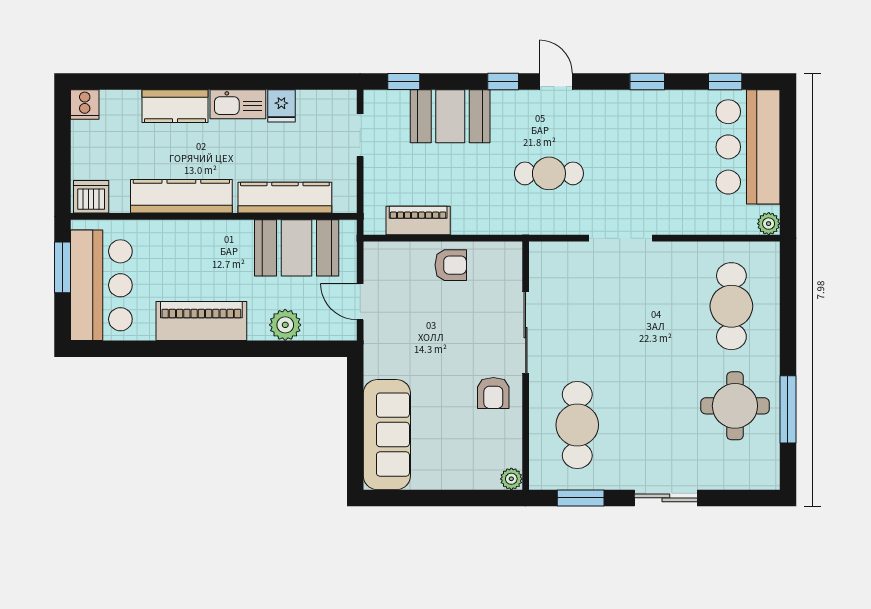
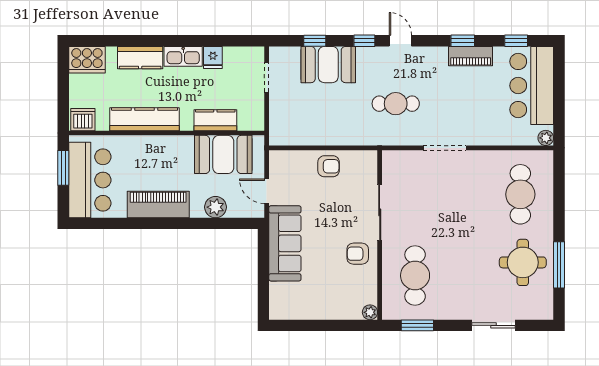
window: (404, 81) -> (315, 41), moved
cooker: (85, 104) -> (87, 60), width x1.87, depth x1.31
kitchen counter: (285, 198) -> (215, 120), width x0.67
piano: (418, 221) -> (471, 56), moved, turned 180
armchair: (493, 393) -> (358, 254), turned 90
sofa: (387, 435) -> (285, 243), moved
sliding door: (666, 498) -> (494, 325), moved

